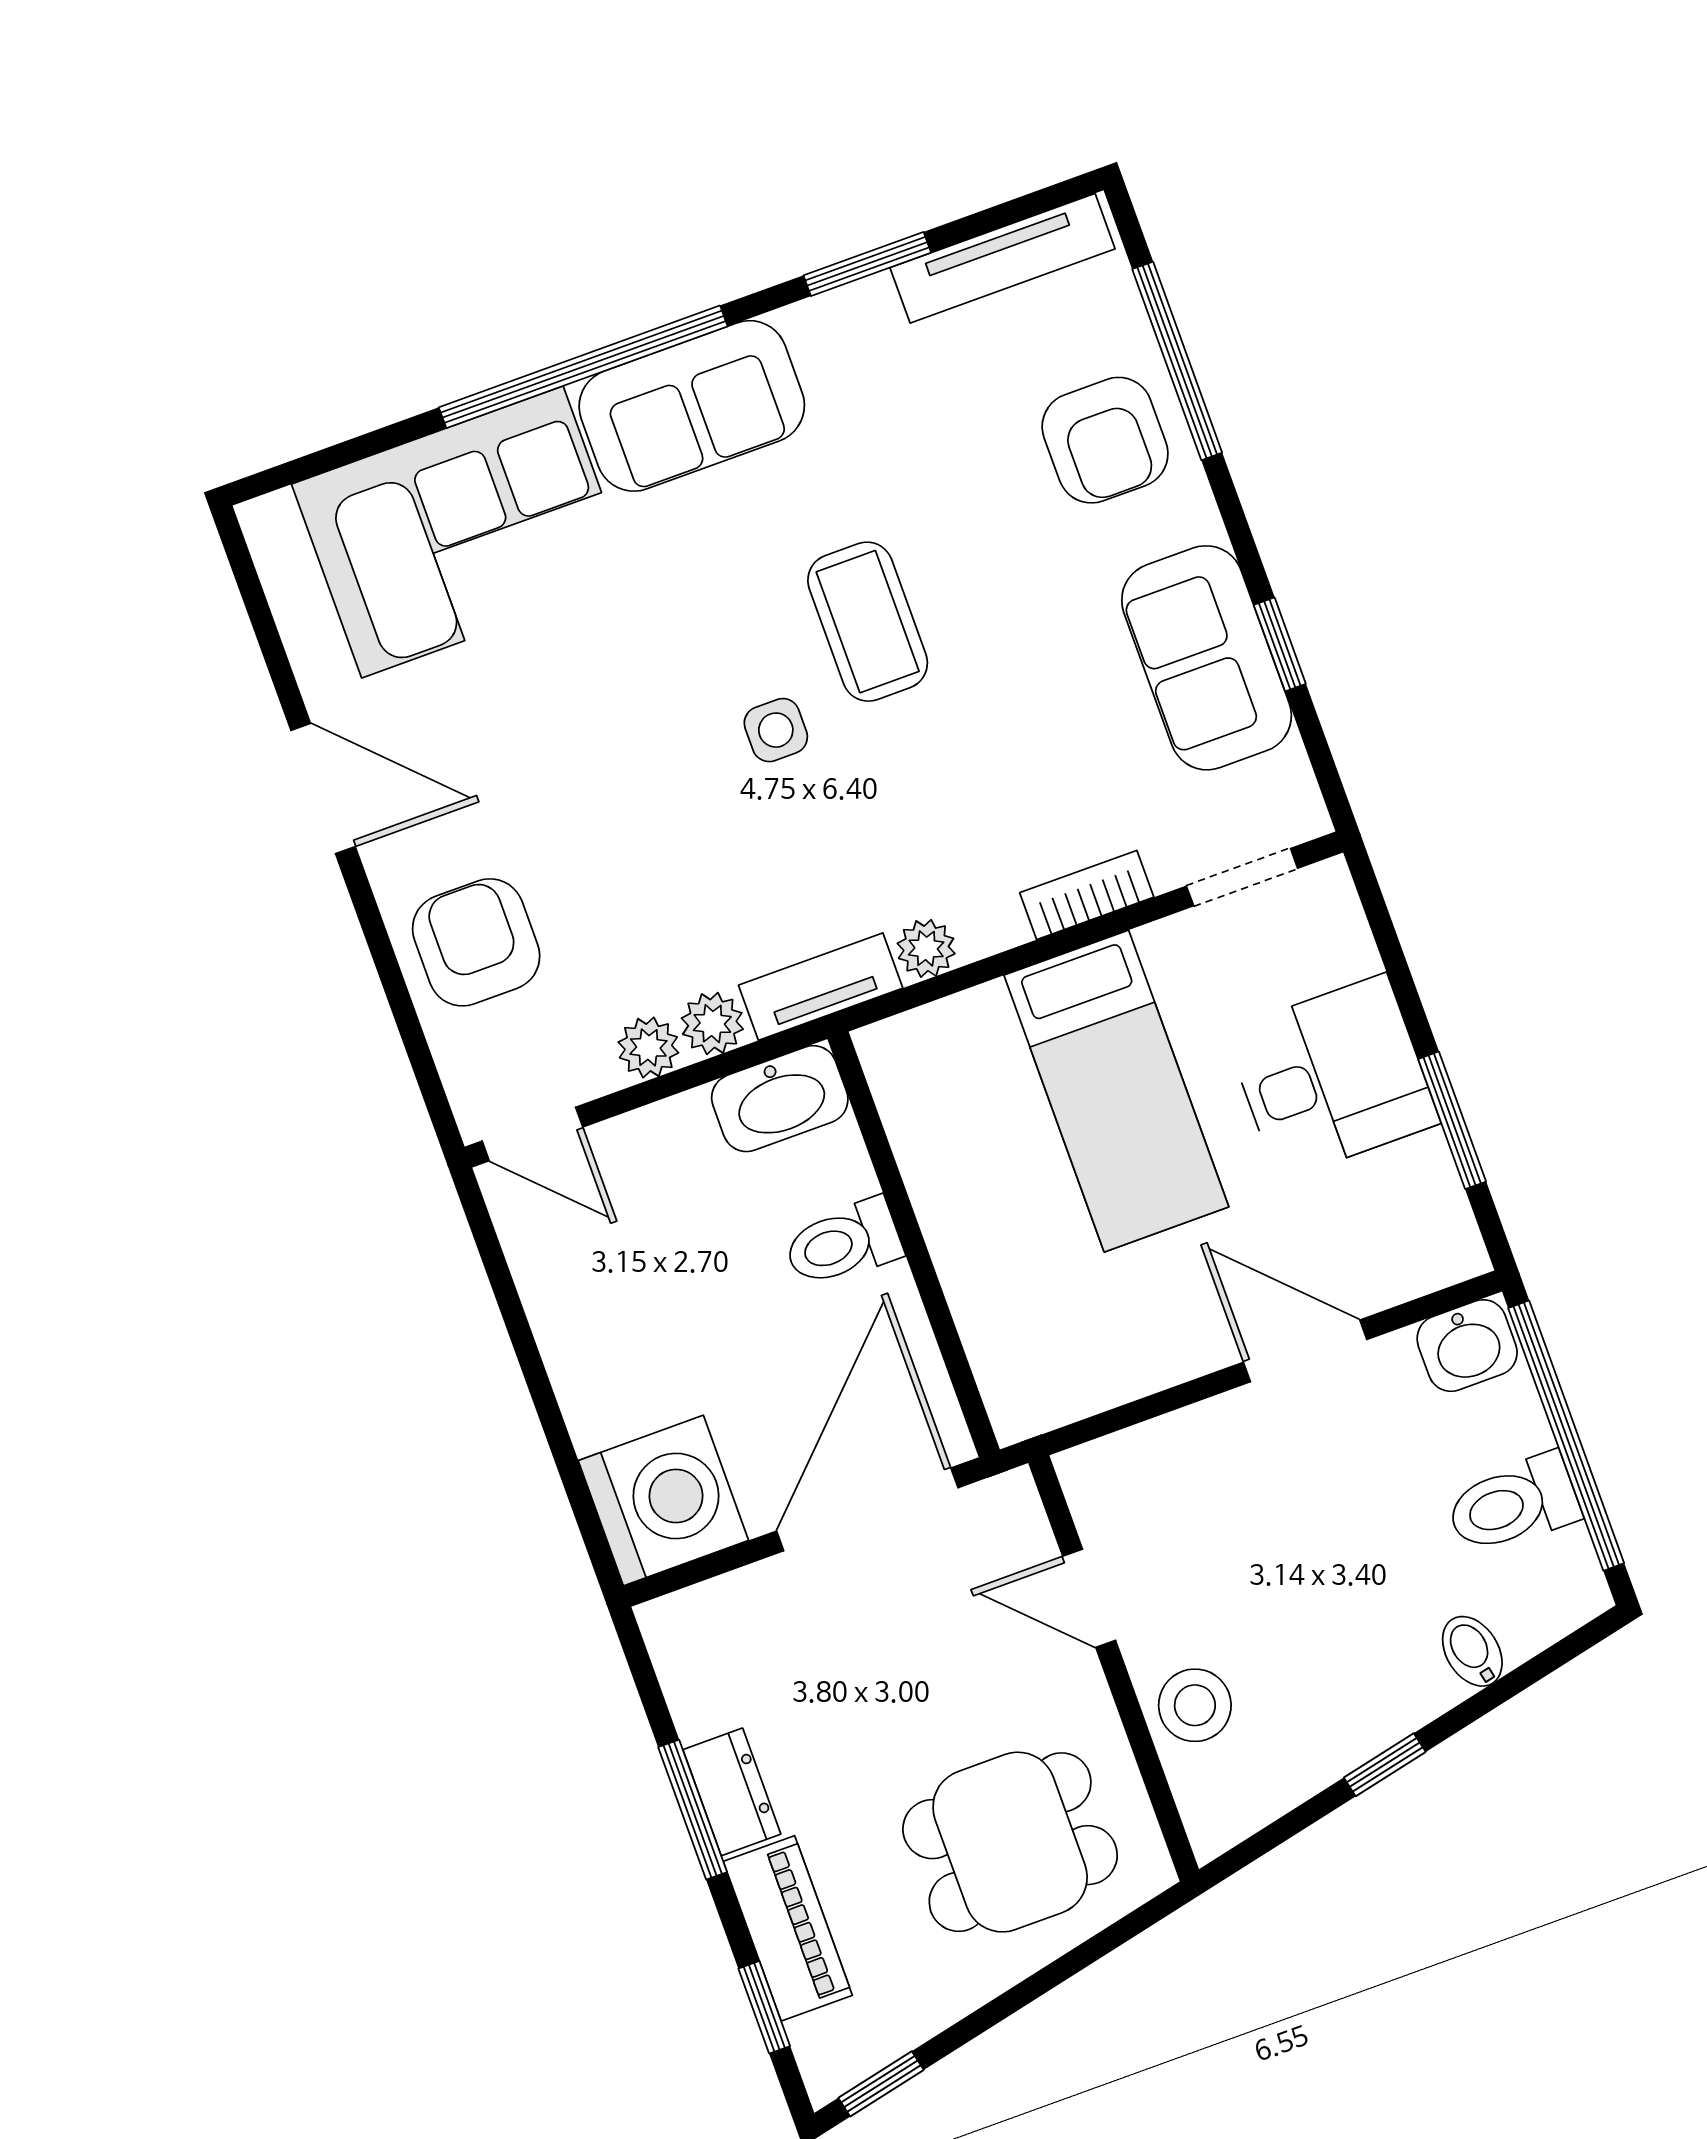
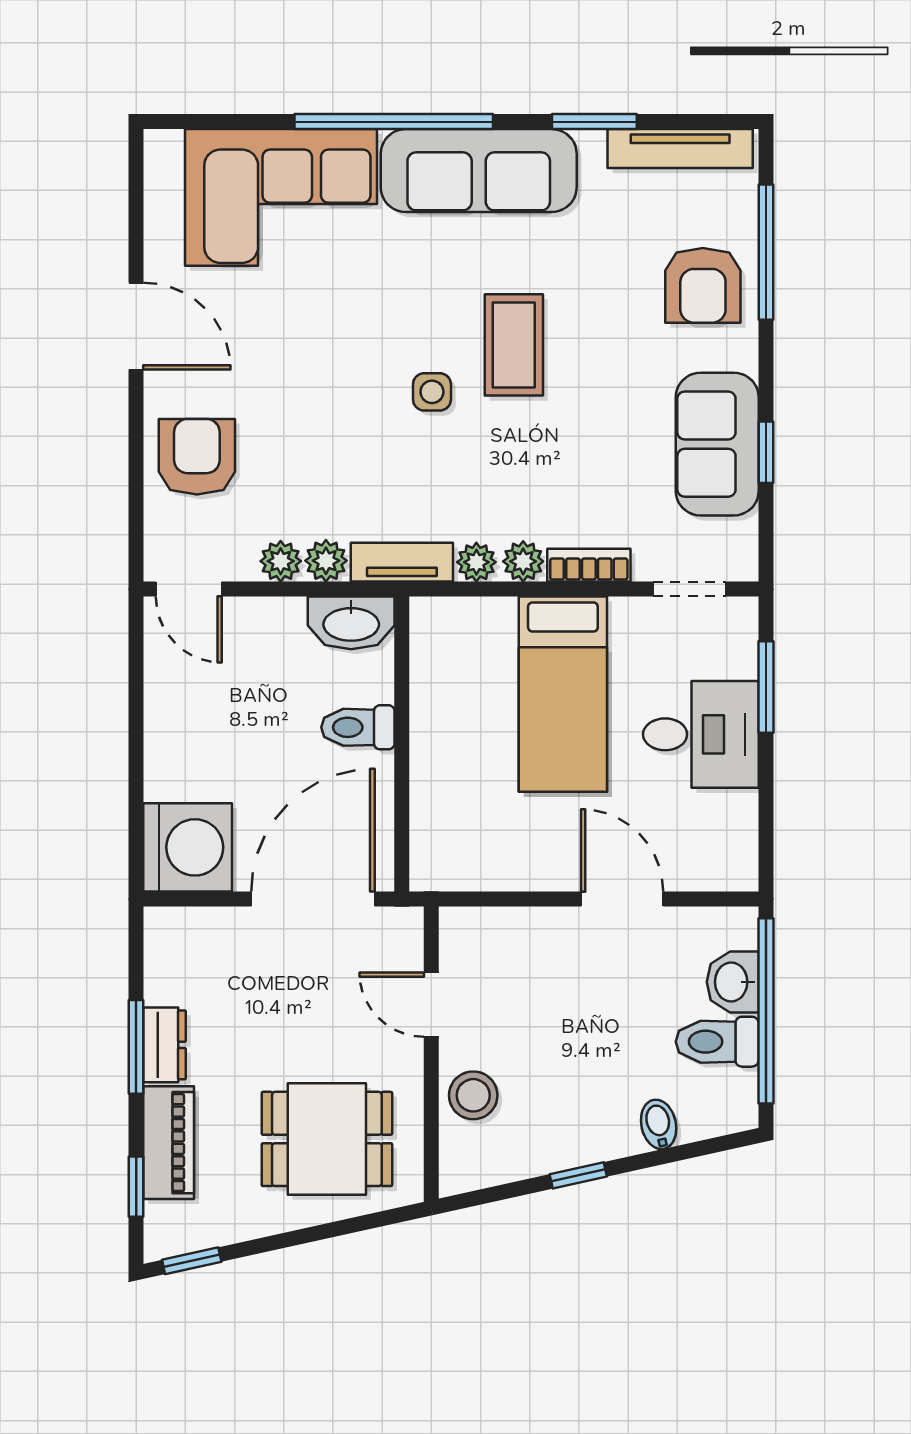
sofa: (692, 406) -> (479, 171), width x1.36
plant: (992, 923) -> (523, 561), added
window: (1452, 1120) -> (766, 687), moved
washbasin: (1467, 1346) -> (733, 982), moved, turned 90

